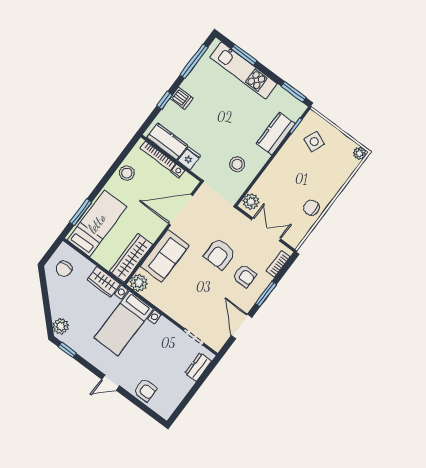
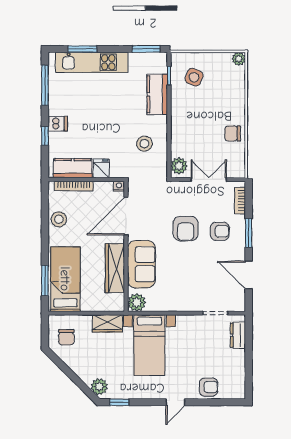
nightstand: (178, 171) -> (119, 186), moved
wardrobe: (131, 258) -> (115, 268), moved

